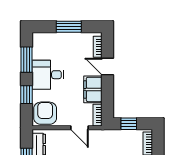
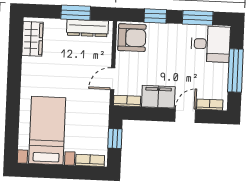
window: (69, 27) -> (235, 71), width x1.44
desk: (48, 75) -> (211, 44), moved, turned 90

